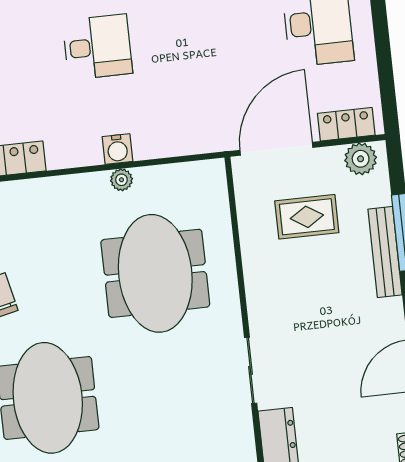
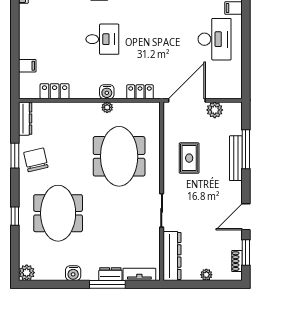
locker: (346, 124) -> (140, 92), moved
plant: (361, 159) -> (215, 110), moved
rug: (307, 217) -> (189, 158), moved, turned 90

